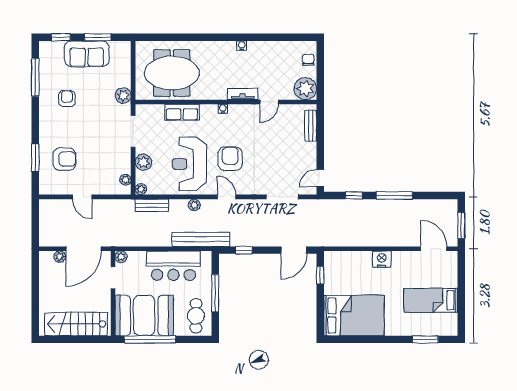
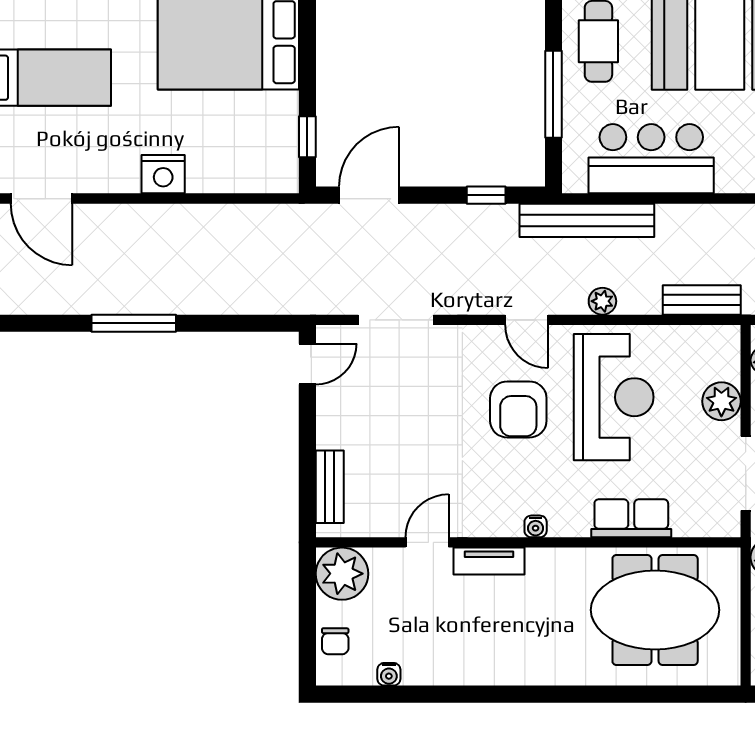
water cooler: (242, 46) -> (389, 674), moved
plant: (141, 189) -> (727, 338), removed
window: (354, 195) -> (228, 323), removed

